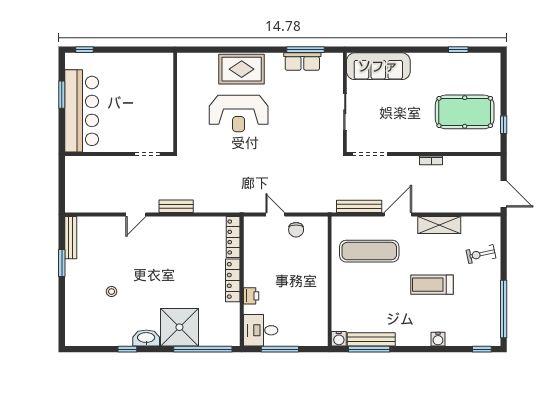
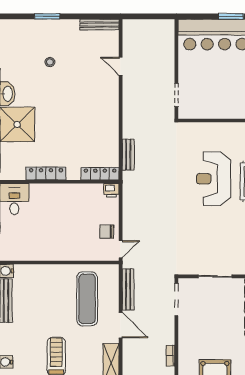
bench: (176, 206) -> (128, 155), moved
door: (136, 215) -> (121, 66), moved
door: (275, 215) -> (121, 249), moved
window: (62, 263) -> (47, 16), moved
locker: (233, 280) -> (46, 173), moved
printer: (251, 296) -> (111, 190), moved

